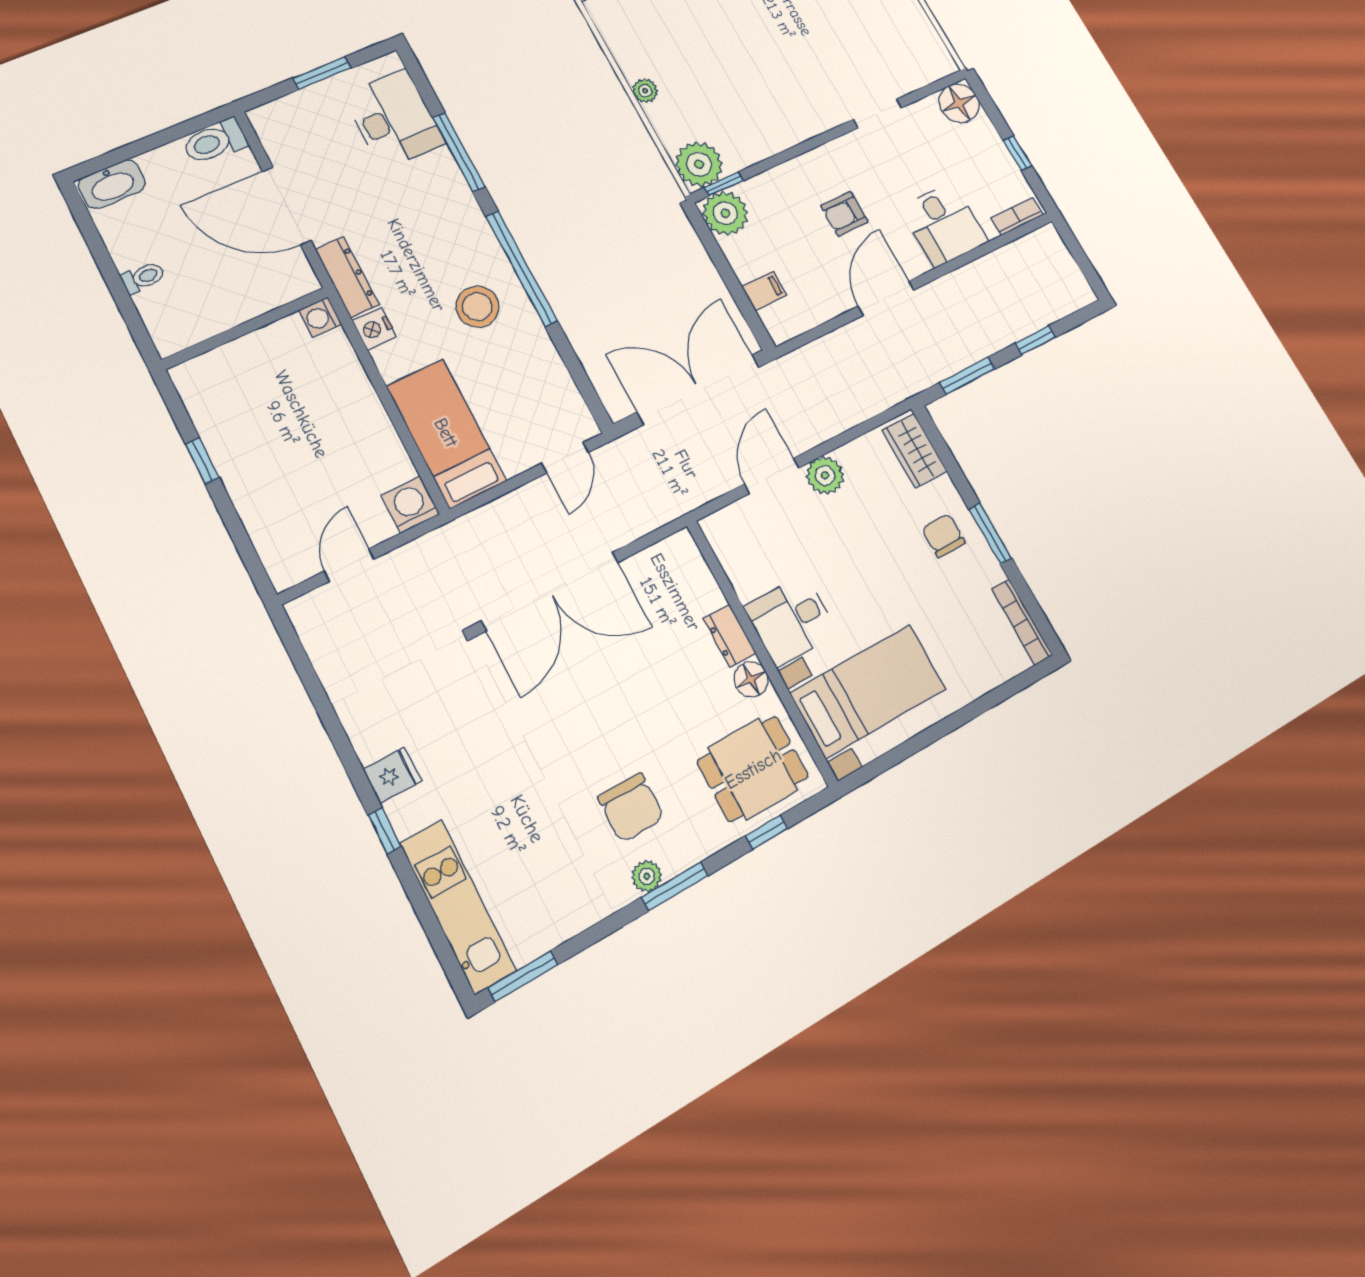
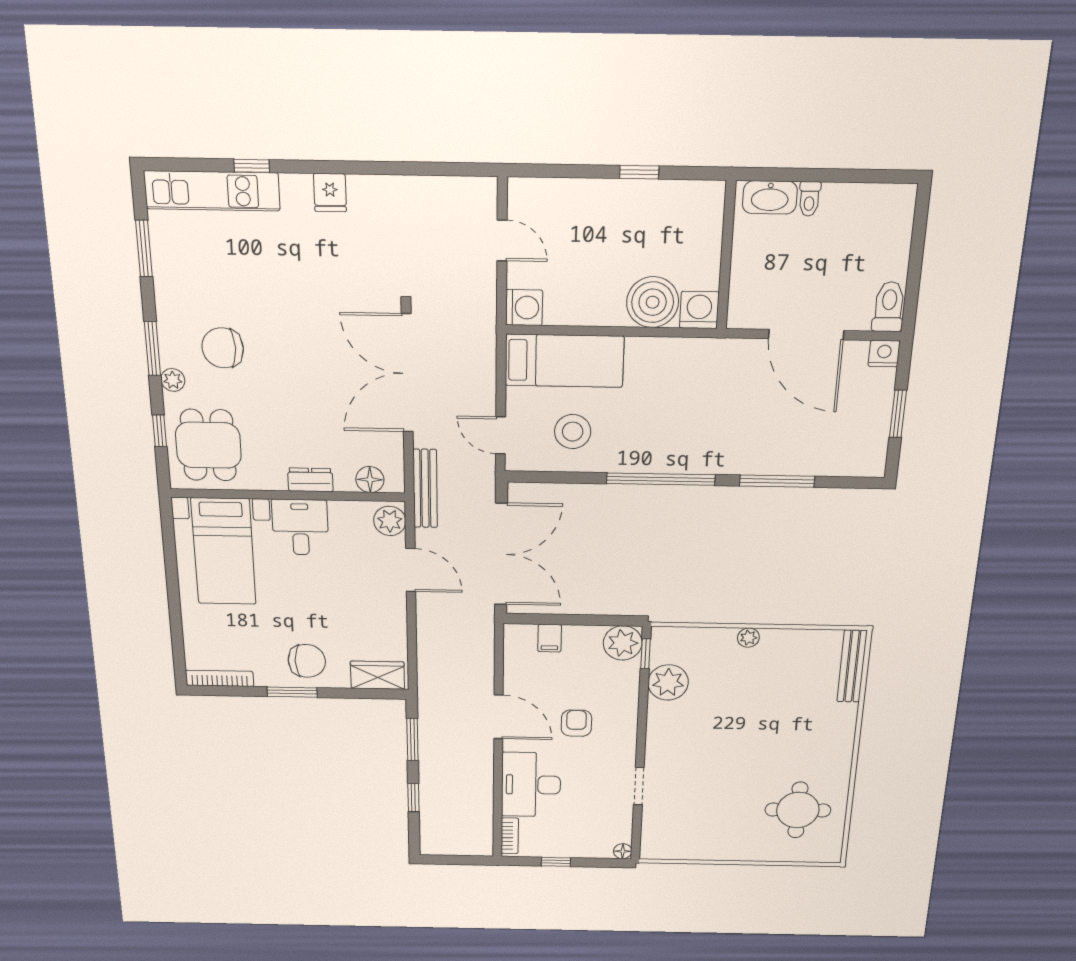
floor lamp: (959, 103) -> (623, 851), width x0.53, depth x0.53
desk: (394, 119) -> (830, 448), removed
plant: (699, 164) -> (668, 682), moved
washbasin: (112, 184) -> (770, 197), moved, turned -90
door: (287, 206) -> (806, 335), swing flipped
desk: (944, 224) -> (531, 785), width x1.37
dresser: (347, 277) -> (725, 351), removed
stool: (477, 307) -> (573, 432), moved
washing machine: (320, 317) -> (699, 310), width x1.38, depth x1.38
nightstand: (374, 329) -> (884, 354), moved
boiler: (334, 376) -> (653, 302), added
plant: (825, 475) -> (390, 521), moved
bench: (670, 507) -> (425, 489), added
chair: (944, 536) -> (307, 661), width x1.37, depth x1.37
floor lamp: (751, 679) -> (370, 480), moved
window: (385, 831) -> (252, 166), moved
plant: (647, 876) -> (173, 380), moved
window: (523, 976) -> (144, 249), moved

